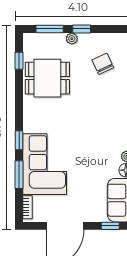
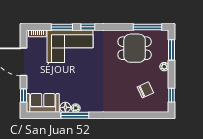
window: (82, 29) -> (171, 95), moved
window: (19, 61) -> (148, 27), width x2.17
dining table: (47, 78) -> (135, 48), turned 90

